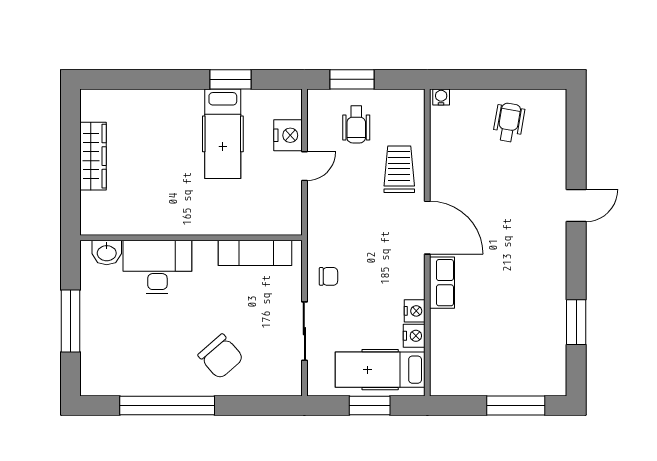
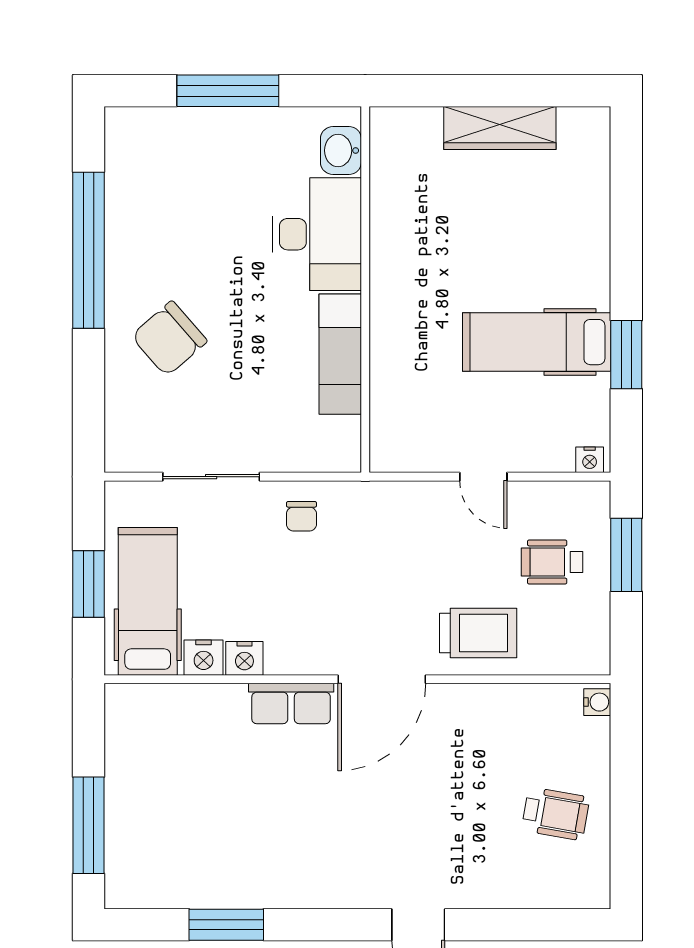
nightstand: (288, 135) -> (590, 460), moved, width x0.53, depth x0.56
exam couch: (255, 253) -> (340, 354), moved

